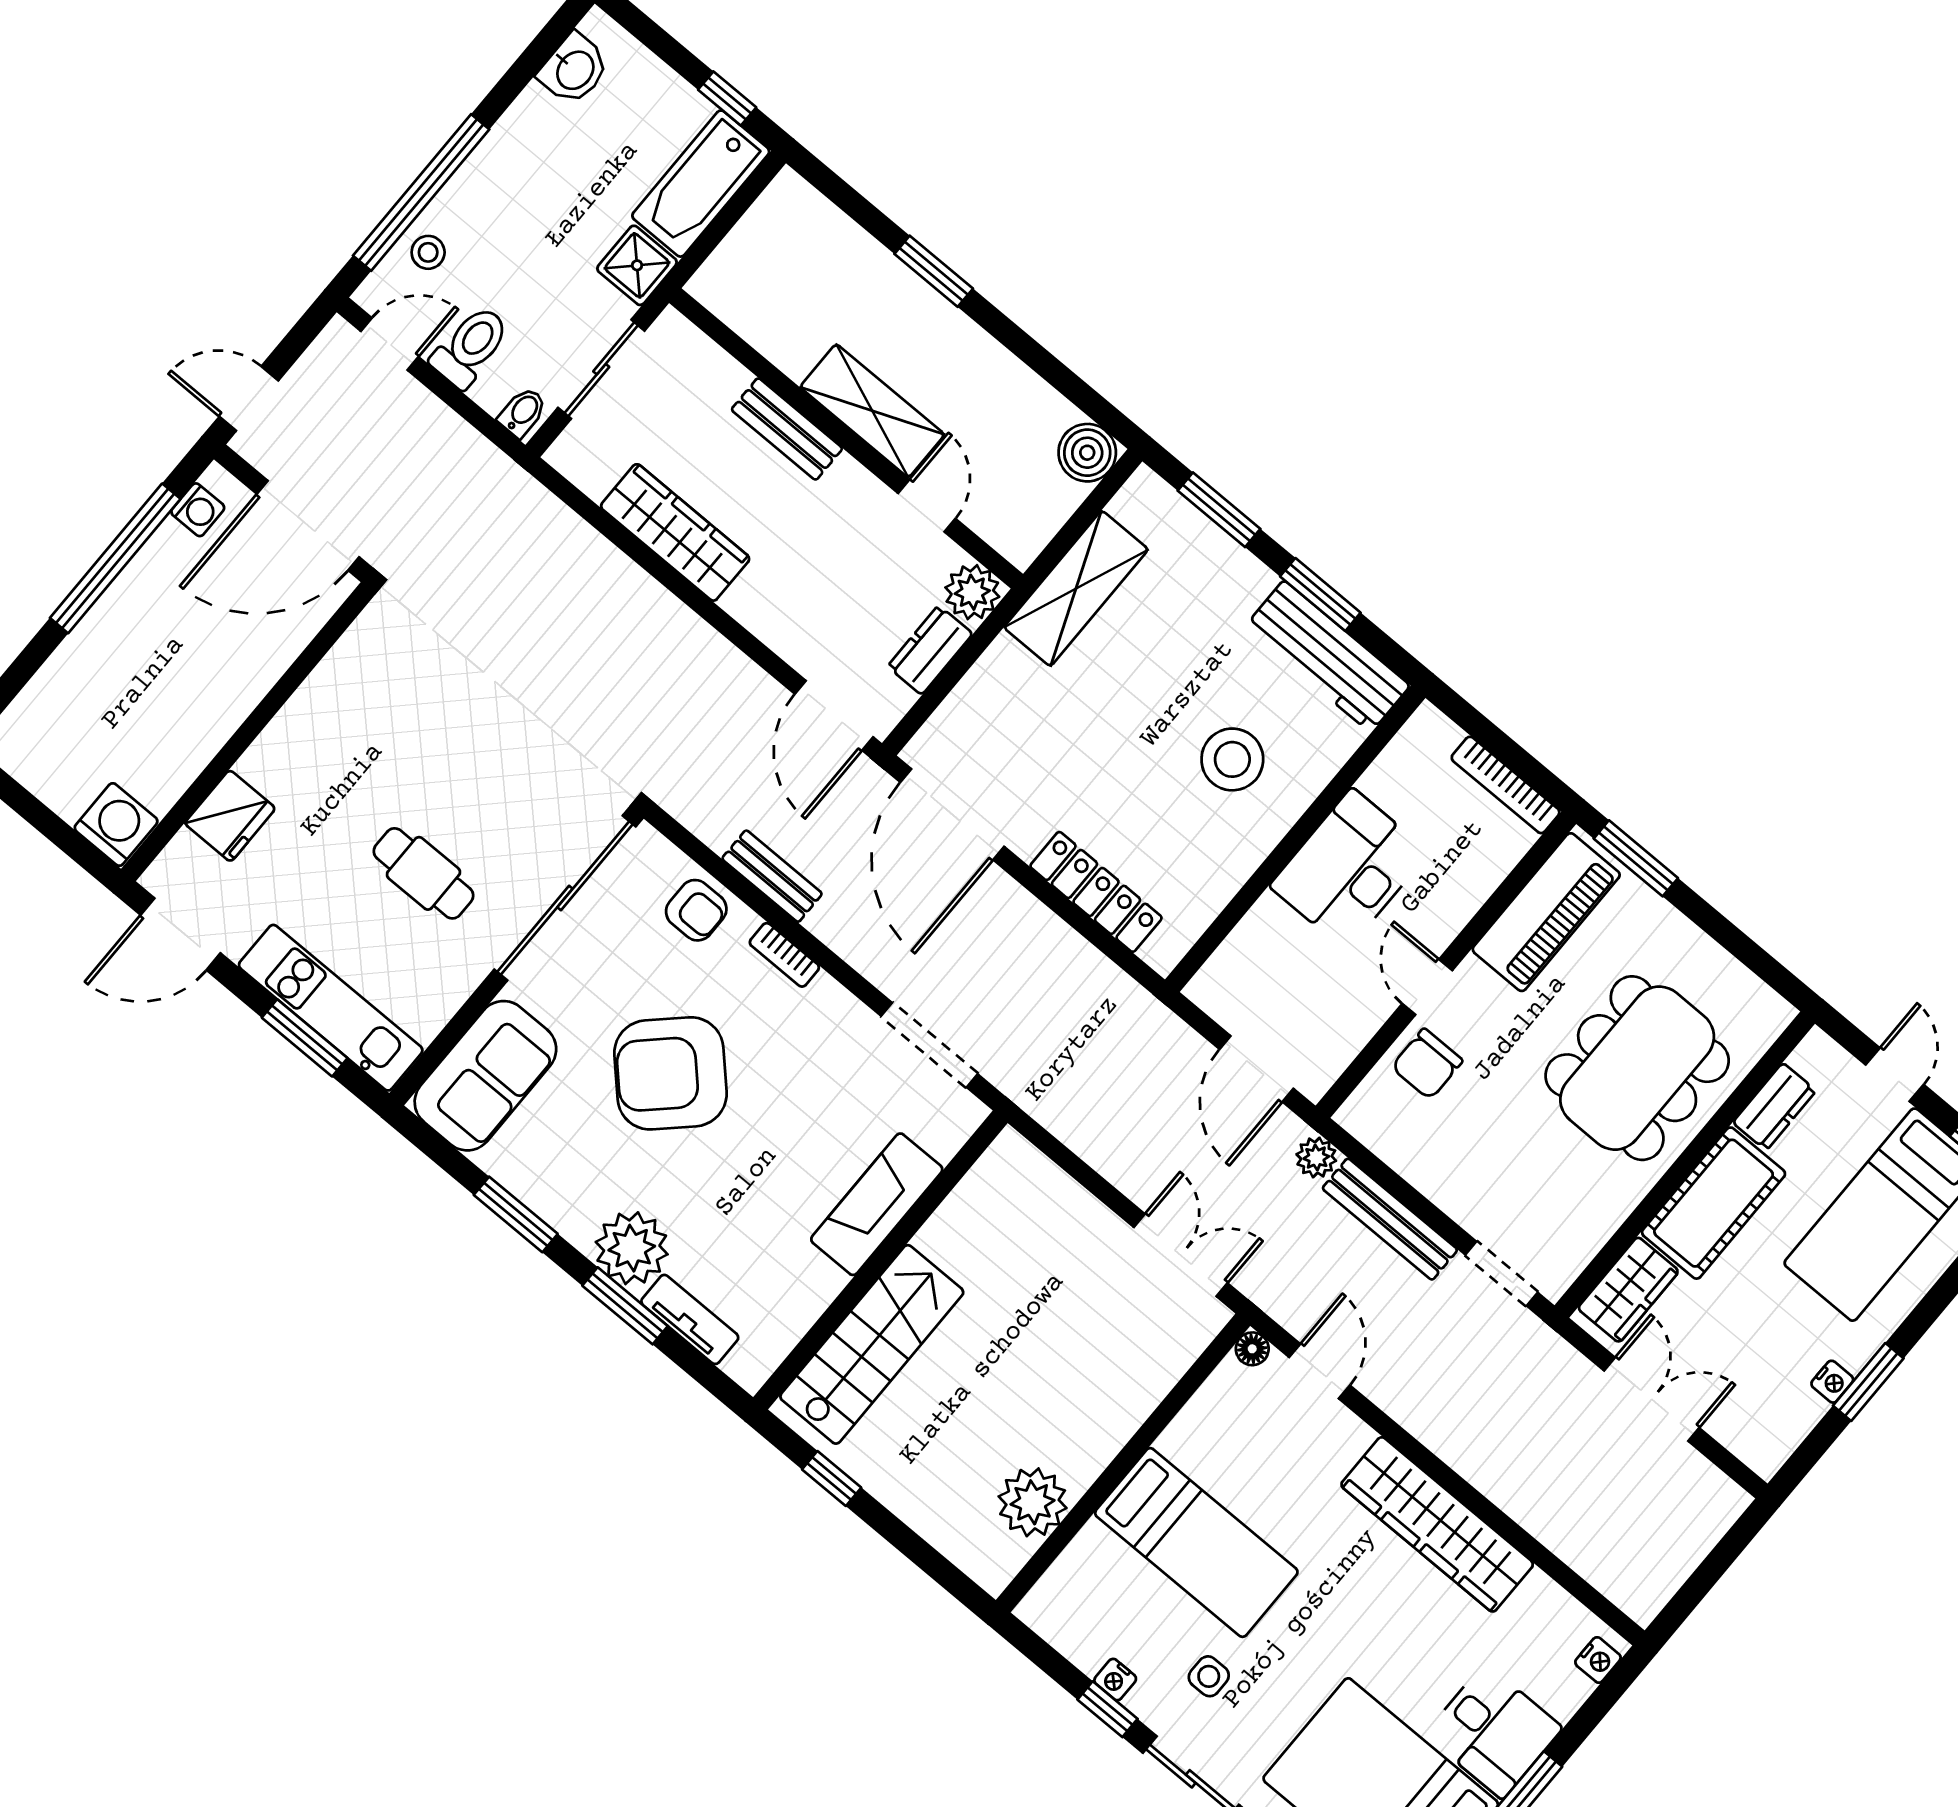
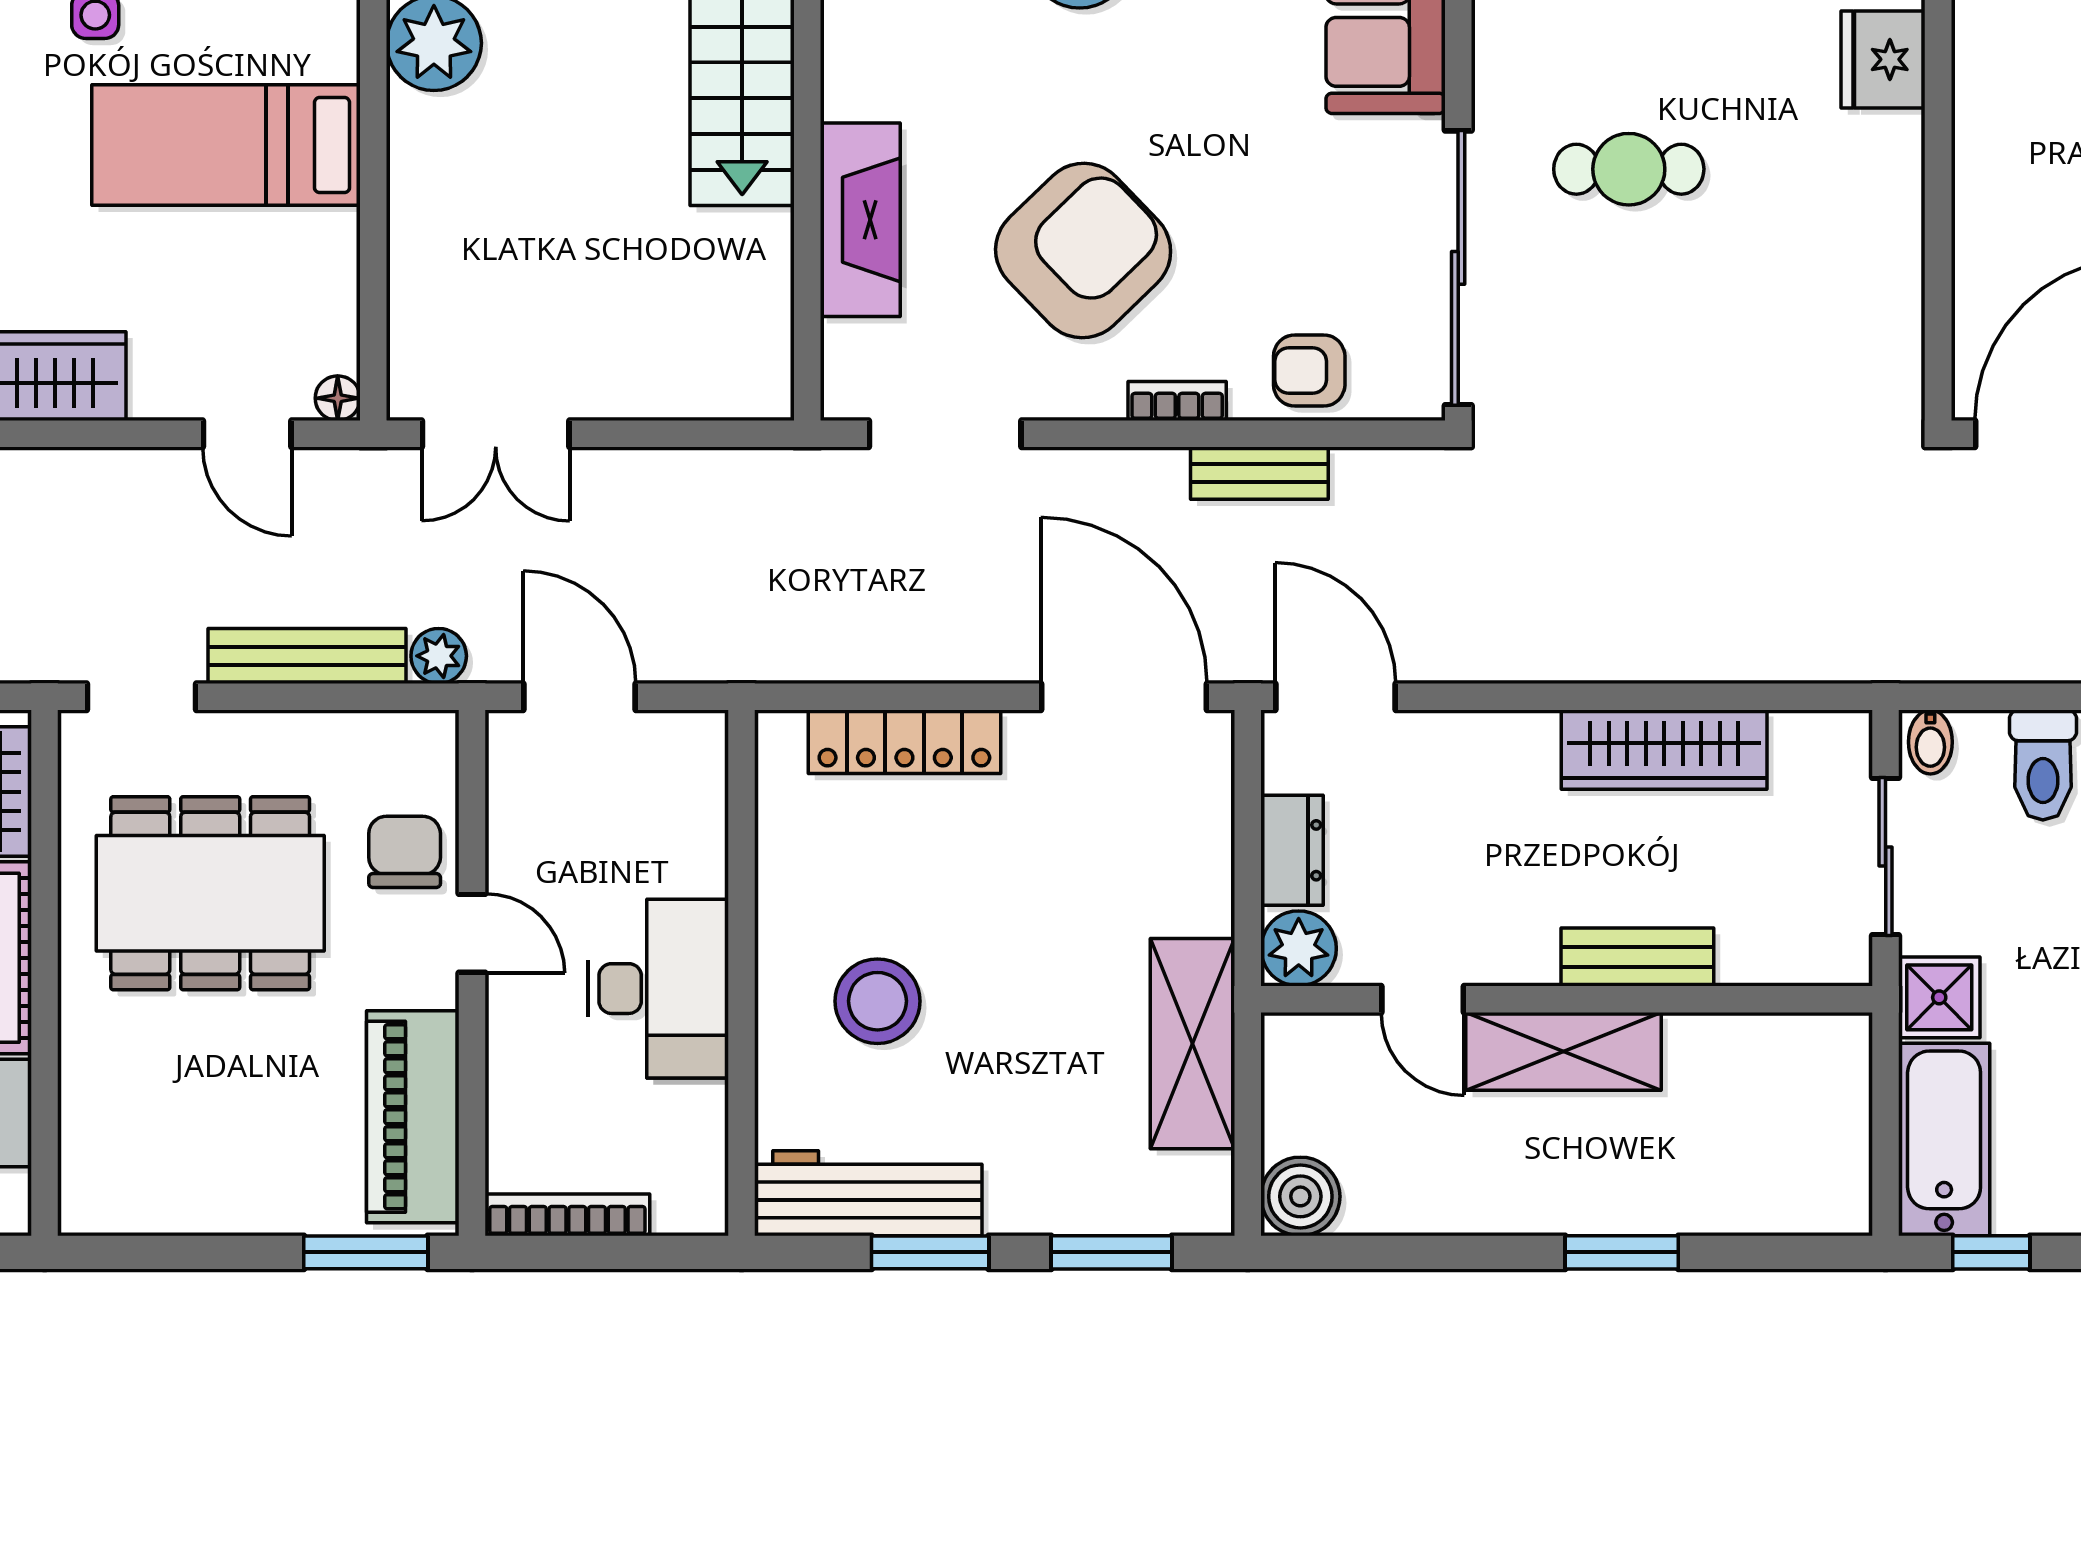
dining table: (1637, 1068) -> (210, 893), moved, turned 90
armchair: (670, 1073) -> (1083, 251), moved

